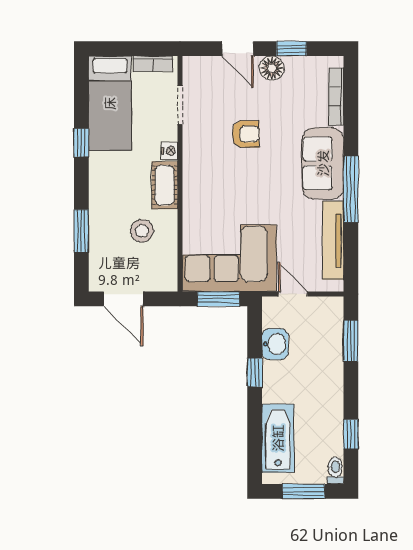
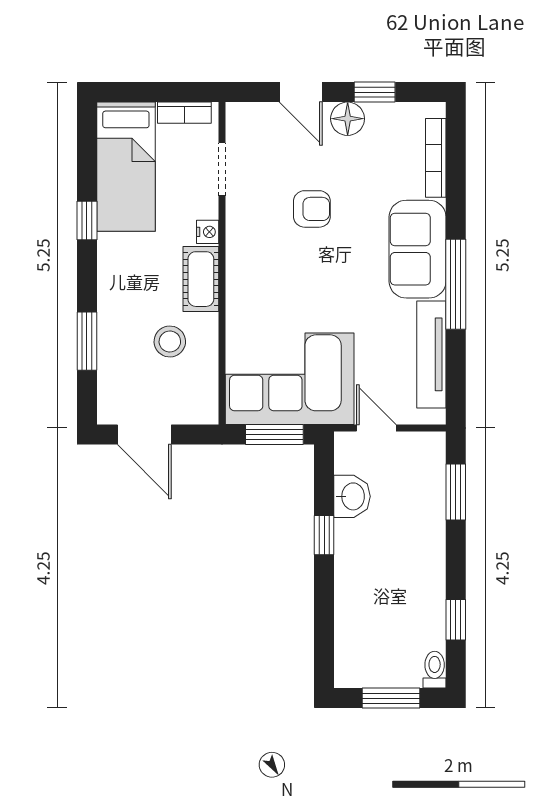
bathtub: (278, 438) -> (356, 625), removed

